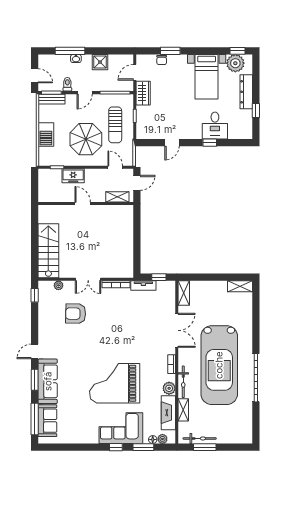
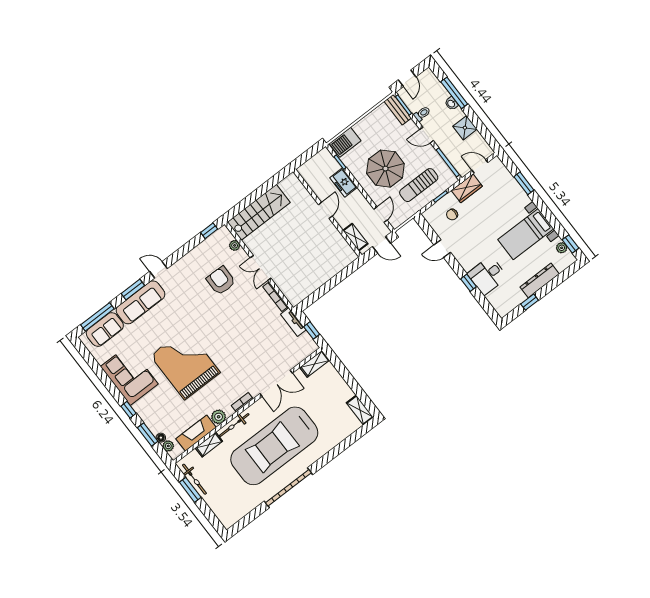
chair: (162, 60) -> (452, 215), moved
plant: (235, 63) -> (562, 248), width x0.53, depth x0.53
barbecue: (46, 134) -> (345, 142), moved
corner sofa: (121, 428) -> (129, 375), moved

